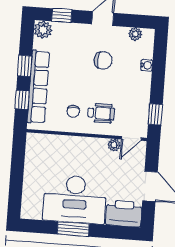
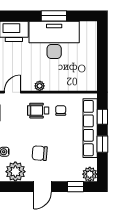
plant: (135, 34) -> (15, 172), width x1.87, depth x1.87
plant: (114, 145) -> (40, 86), moved

